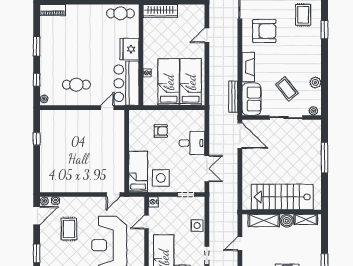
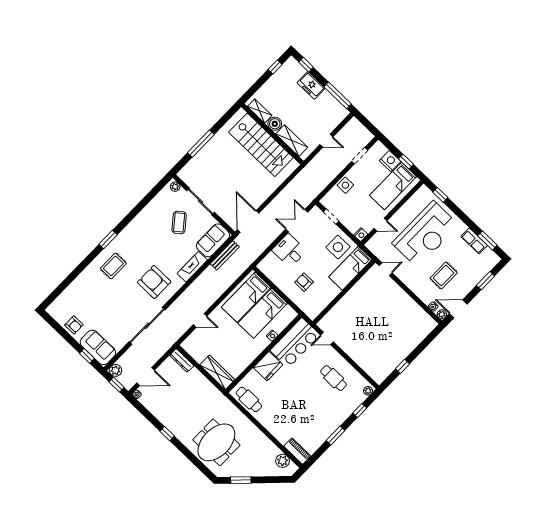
plant: (315, 82) -> (153, 206), removed

